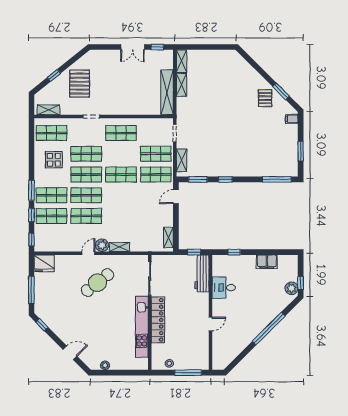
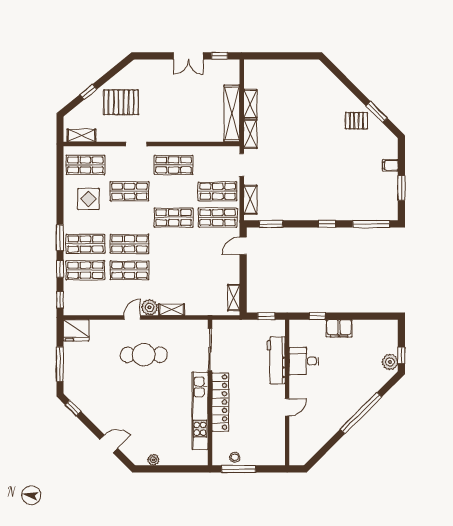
shelving: (181, 61) -> (250, 134), moved
pallet: (80, 84) -> (121, 102), turned 90
pallet: (265, 98) -> (356, 121), turned 90
filing cabinet: (292, 119) -> (390, 165), moved
shop shelf: (86, 174) -> (129, 218), removed
window: (225, 179) -> (327, 224), moved
filing cabinet: (267, 262) -> (339, 328), moved
workbench: (202, 273) -> (276, 360), moved
cafe table: (97, 283) -> (144, 355), turned 38
window: (188, 373) -> (239, 469), moved

